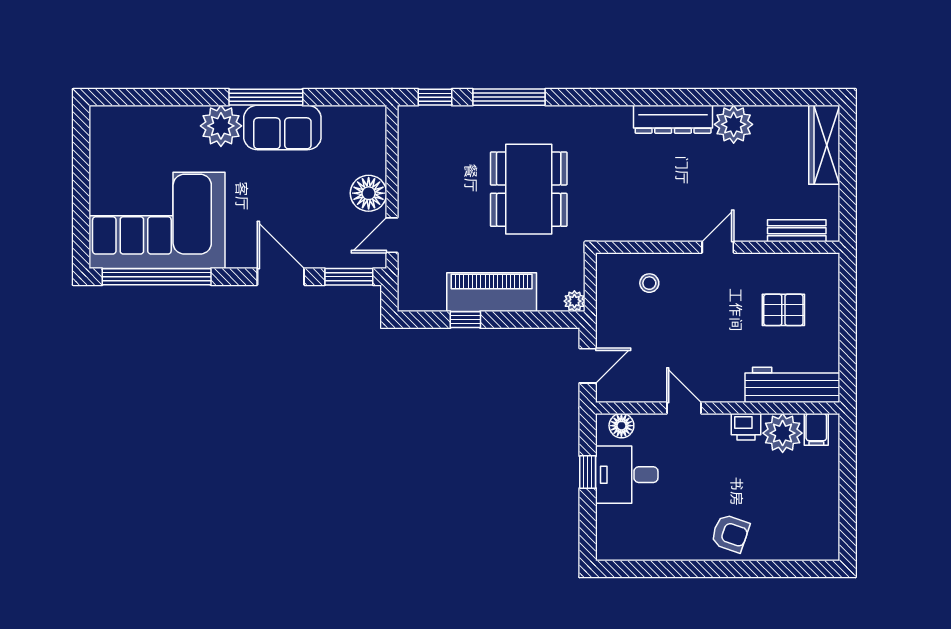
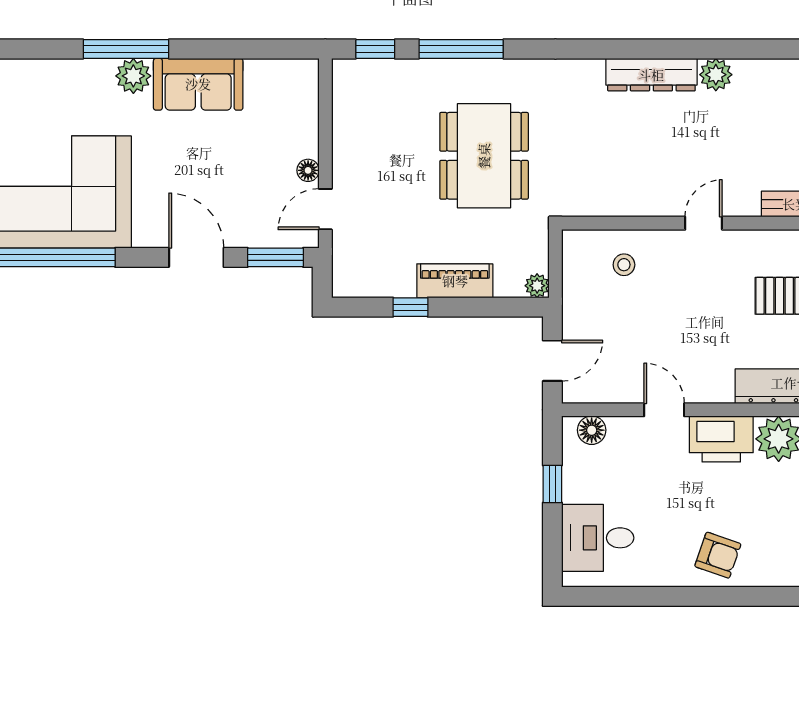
window: (266, 97) -> (126, 49), moved
plant: (734, 124) -> (716, 75), width x0.73, depth x0.73
plant: (221, 126) -> (133, 76), width x0.73, depth x0.73
floor lamp: (369, 193) -> (308, 170), width x0.53, depth x0.53
piano: (492, 292) -> (455, 281), width x0.73, depth x0.75
printer: (746, 427) -> (721, 439), width x1.87, depth x1.48
desk: (627, 475) -> (598, 538), moved

